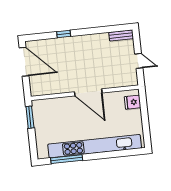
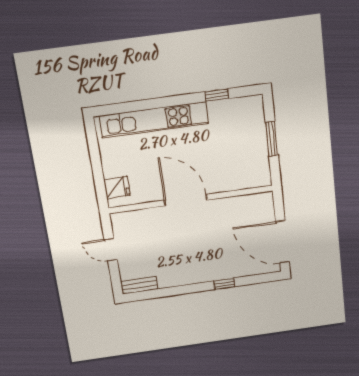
window: (30, 117) -> (272, 139), moved
kitchen unit: (95, 146) -> (154, 120), width x0.73
window: (67, 159) -> (217, 95), width x0.46

